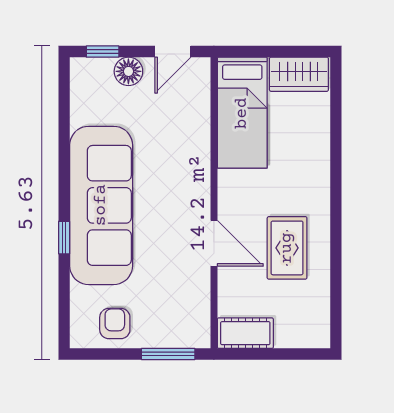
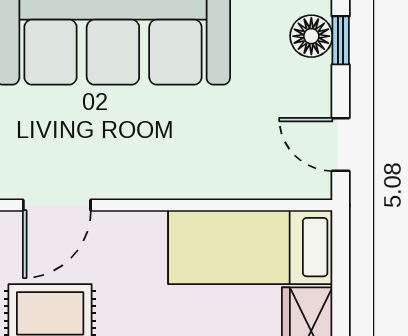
floor lamp: (128, 71) -> (311, 36), moved

